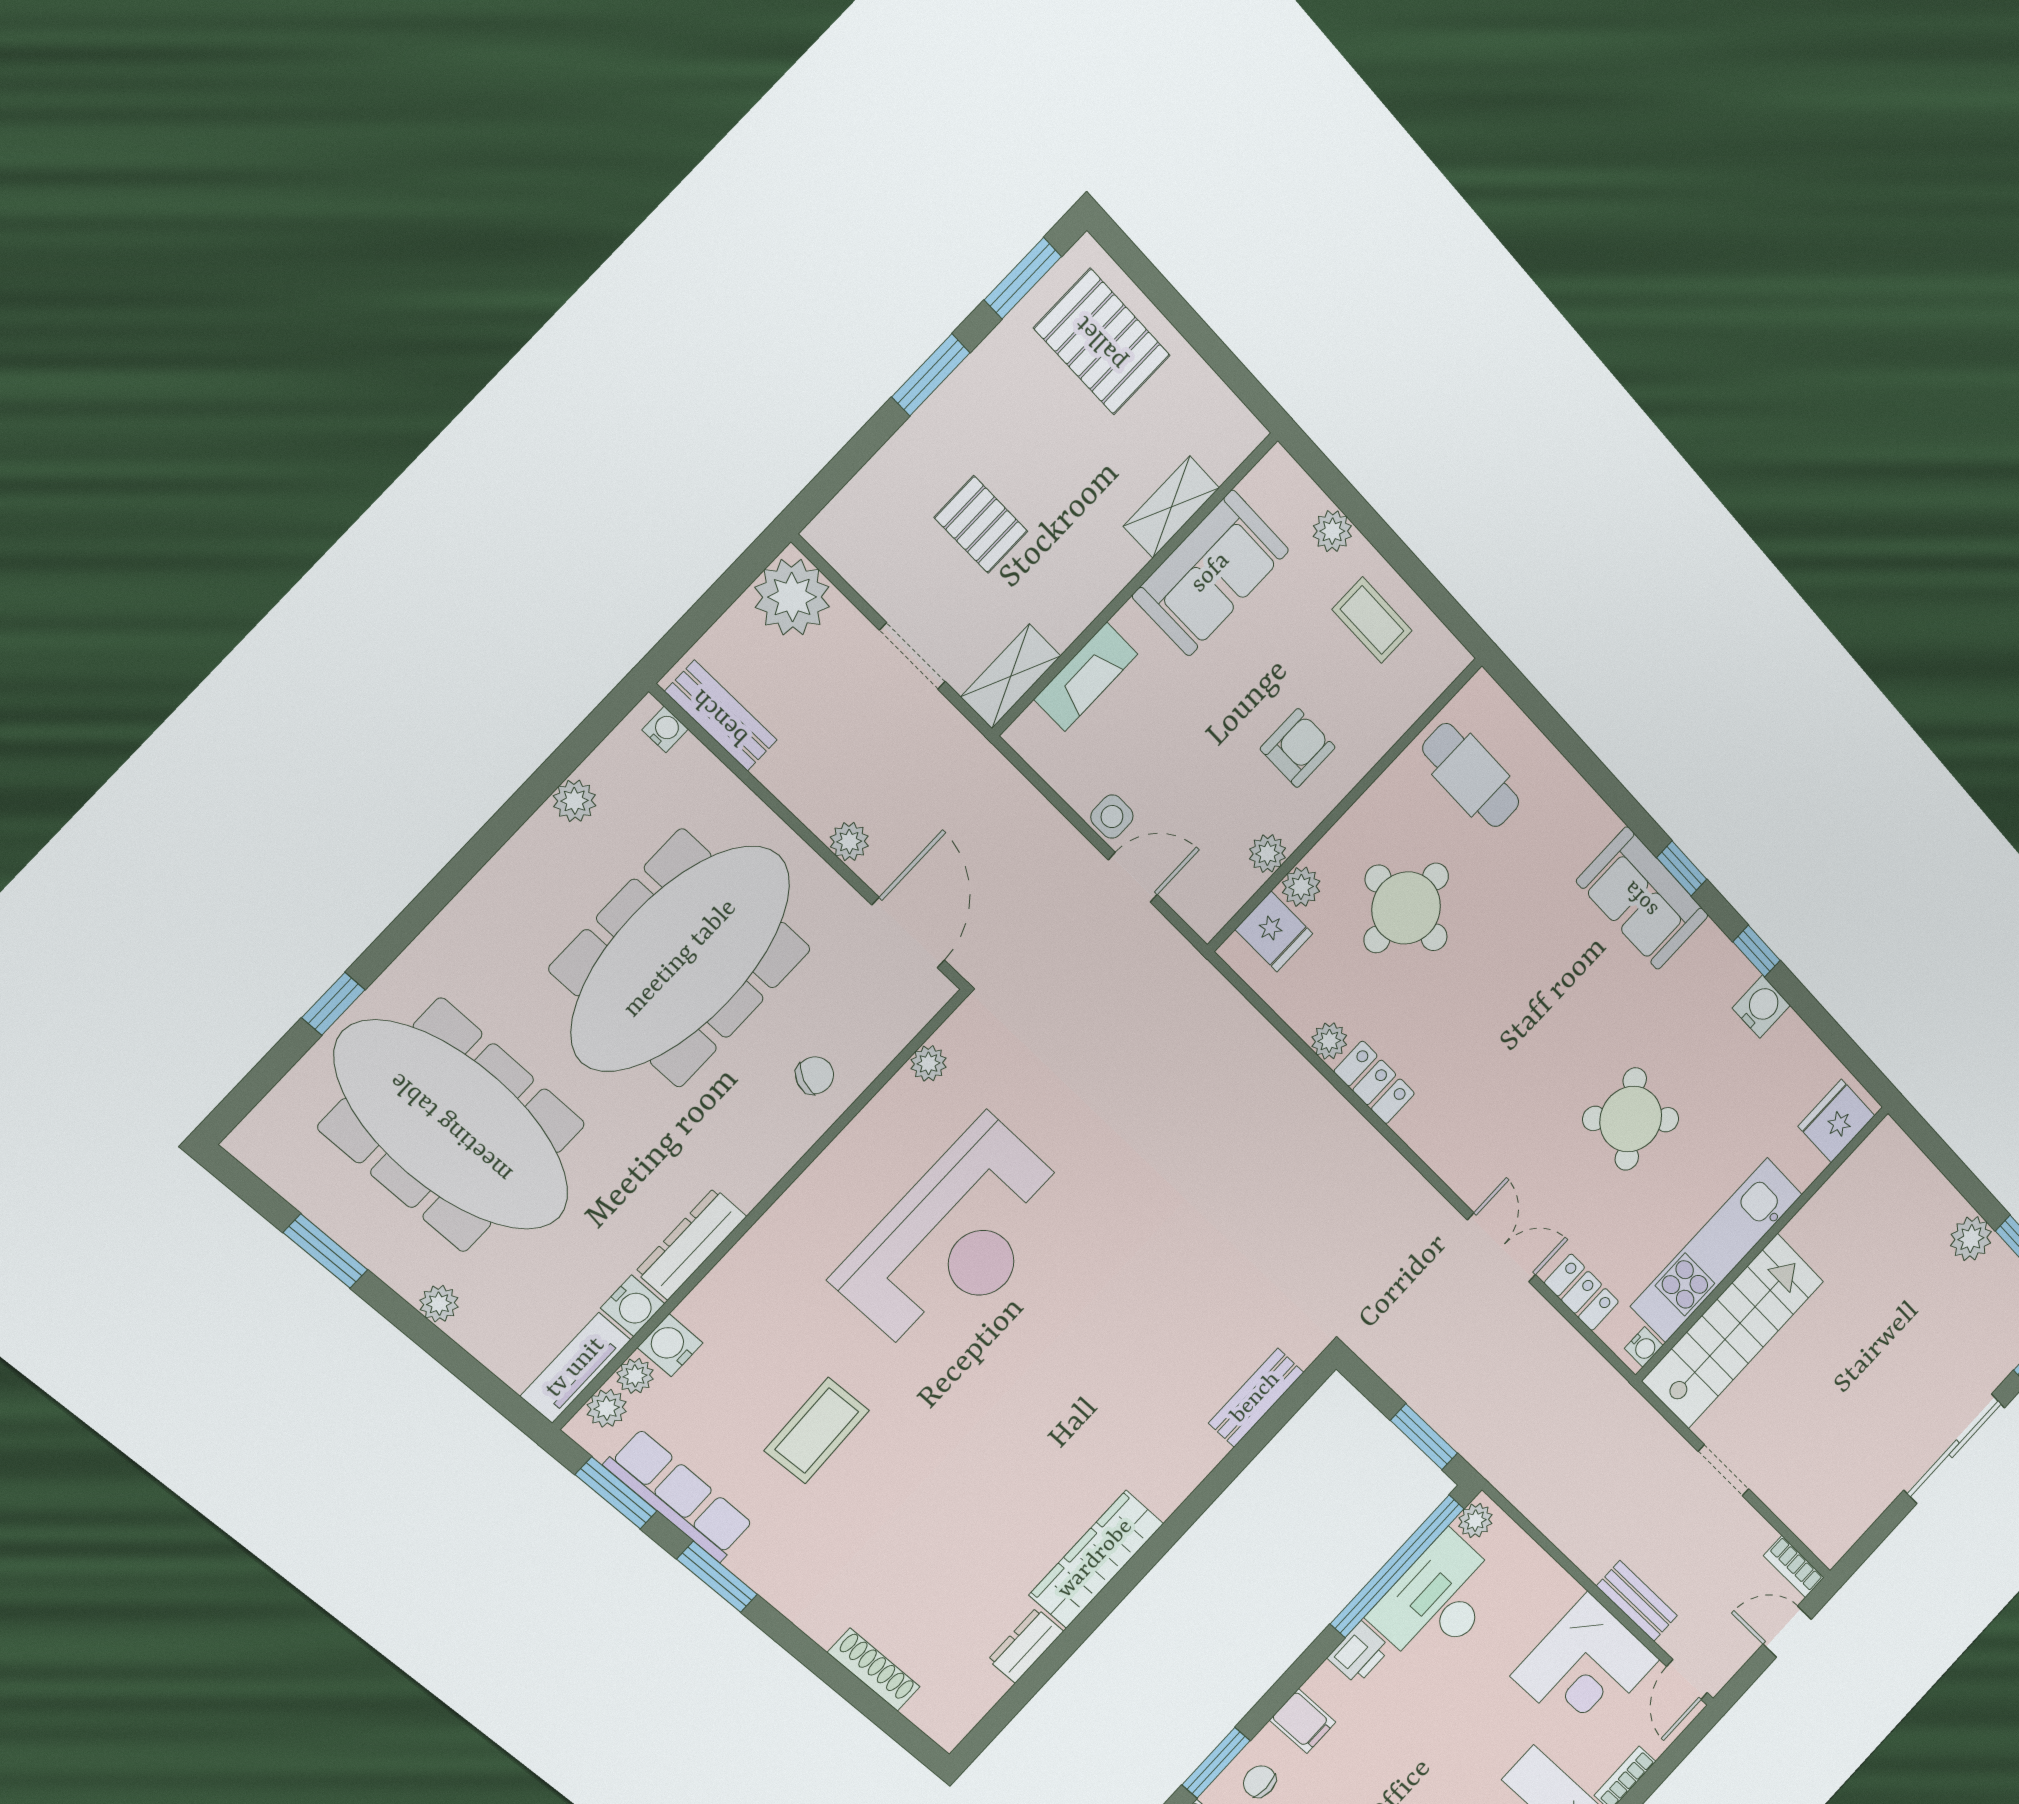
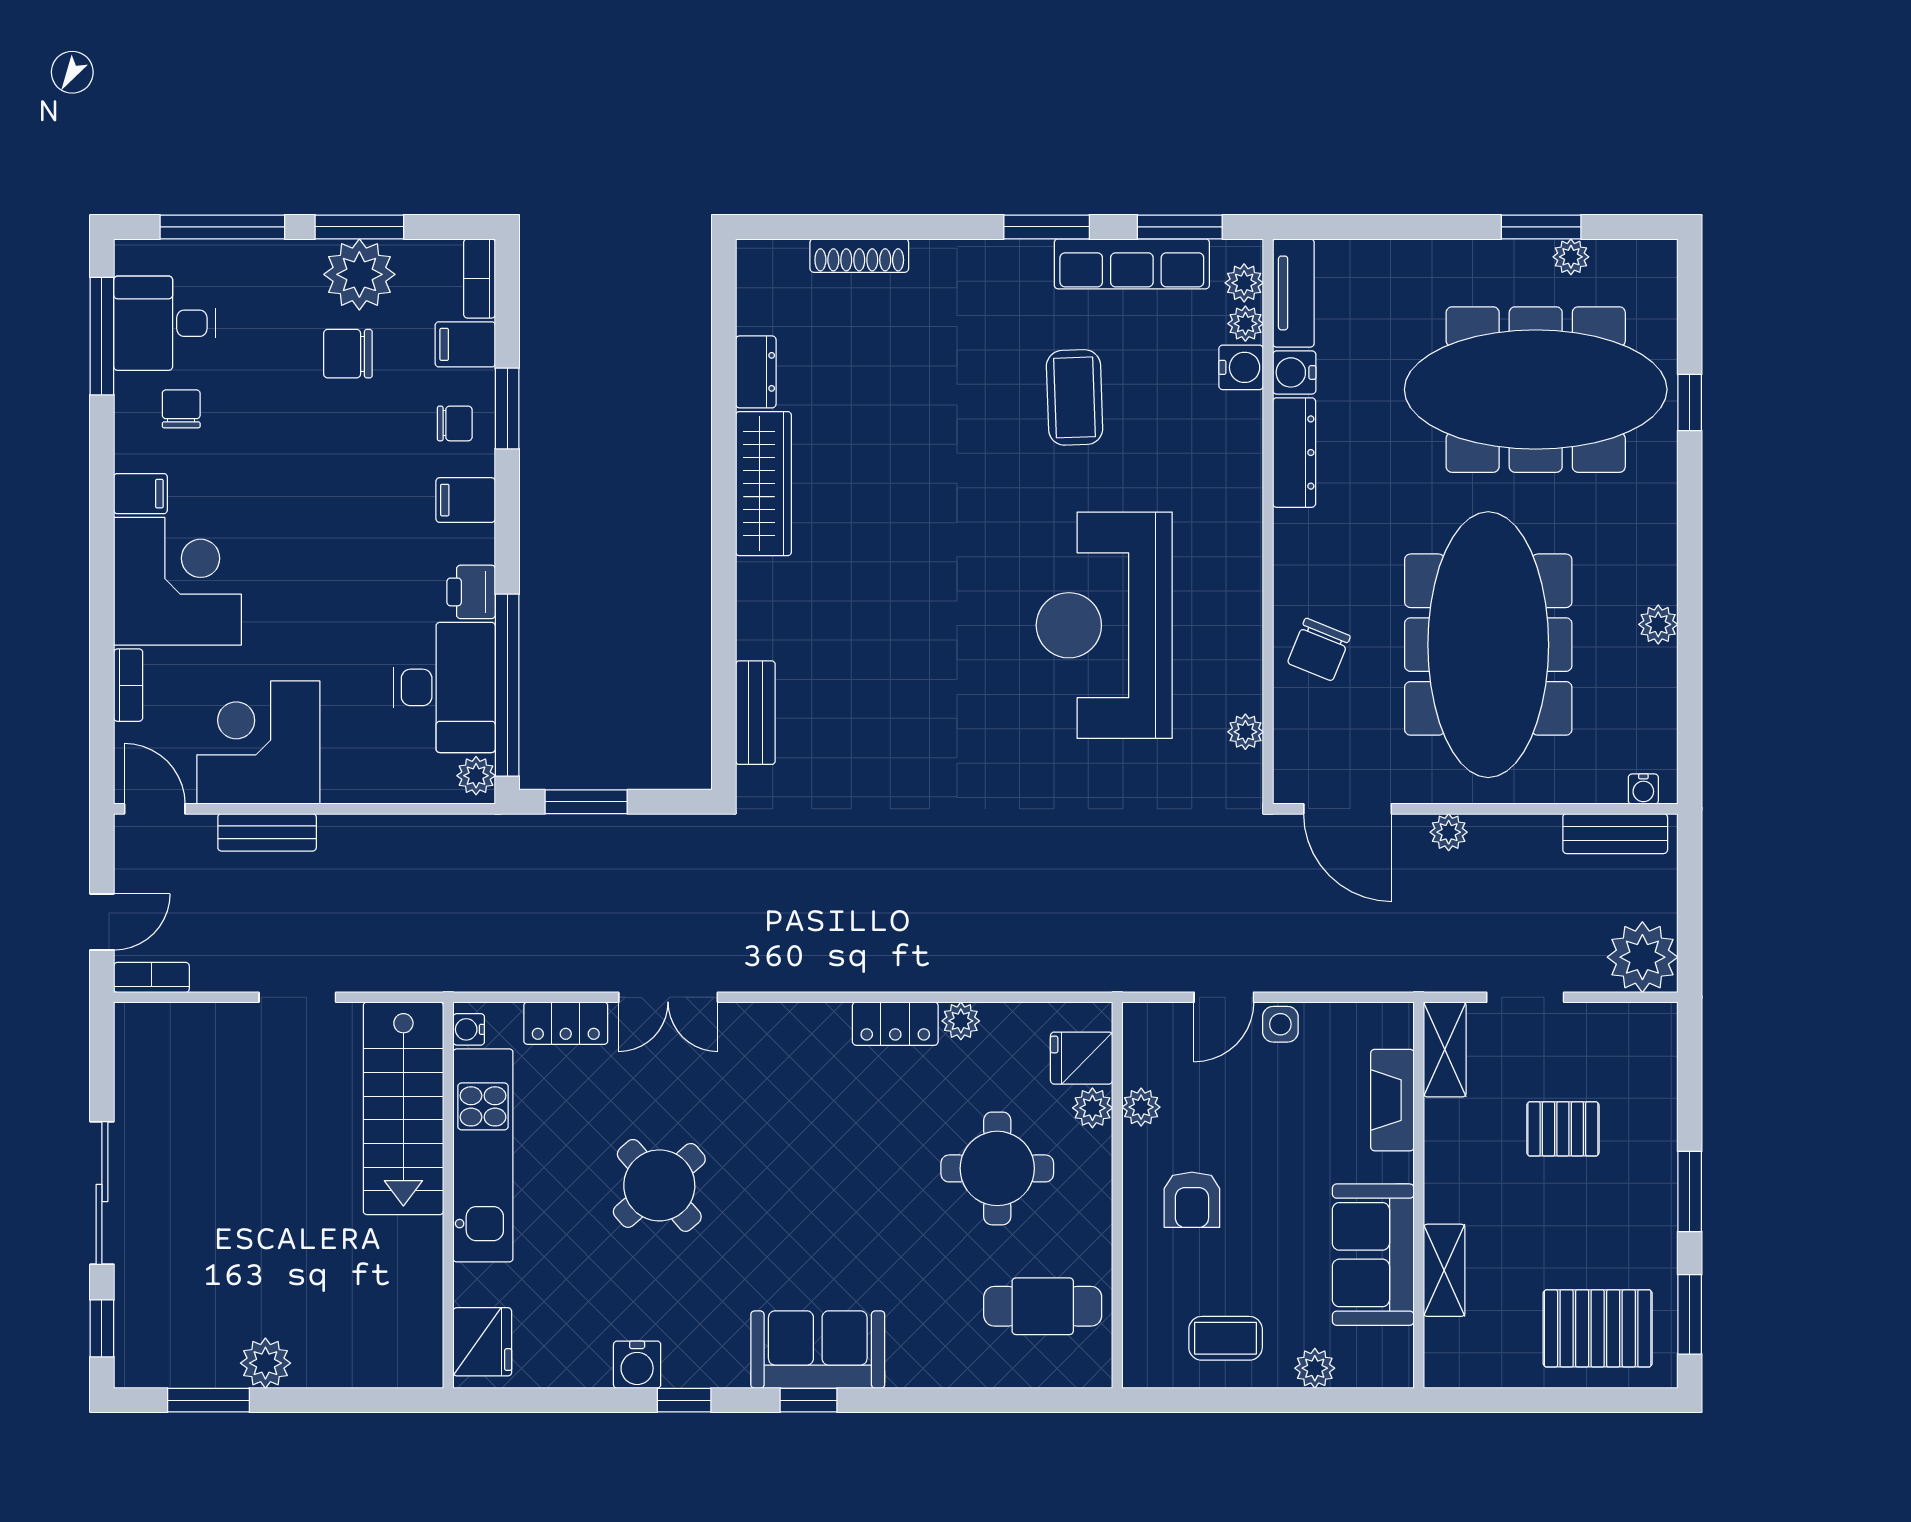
plant: (575, 801) -> (1658, 624), moved
chair: (815, 1075) -> (1319, 650), width x1.37, depth x1.37
plant: (439, 1304) -> (1571, 257), moved

